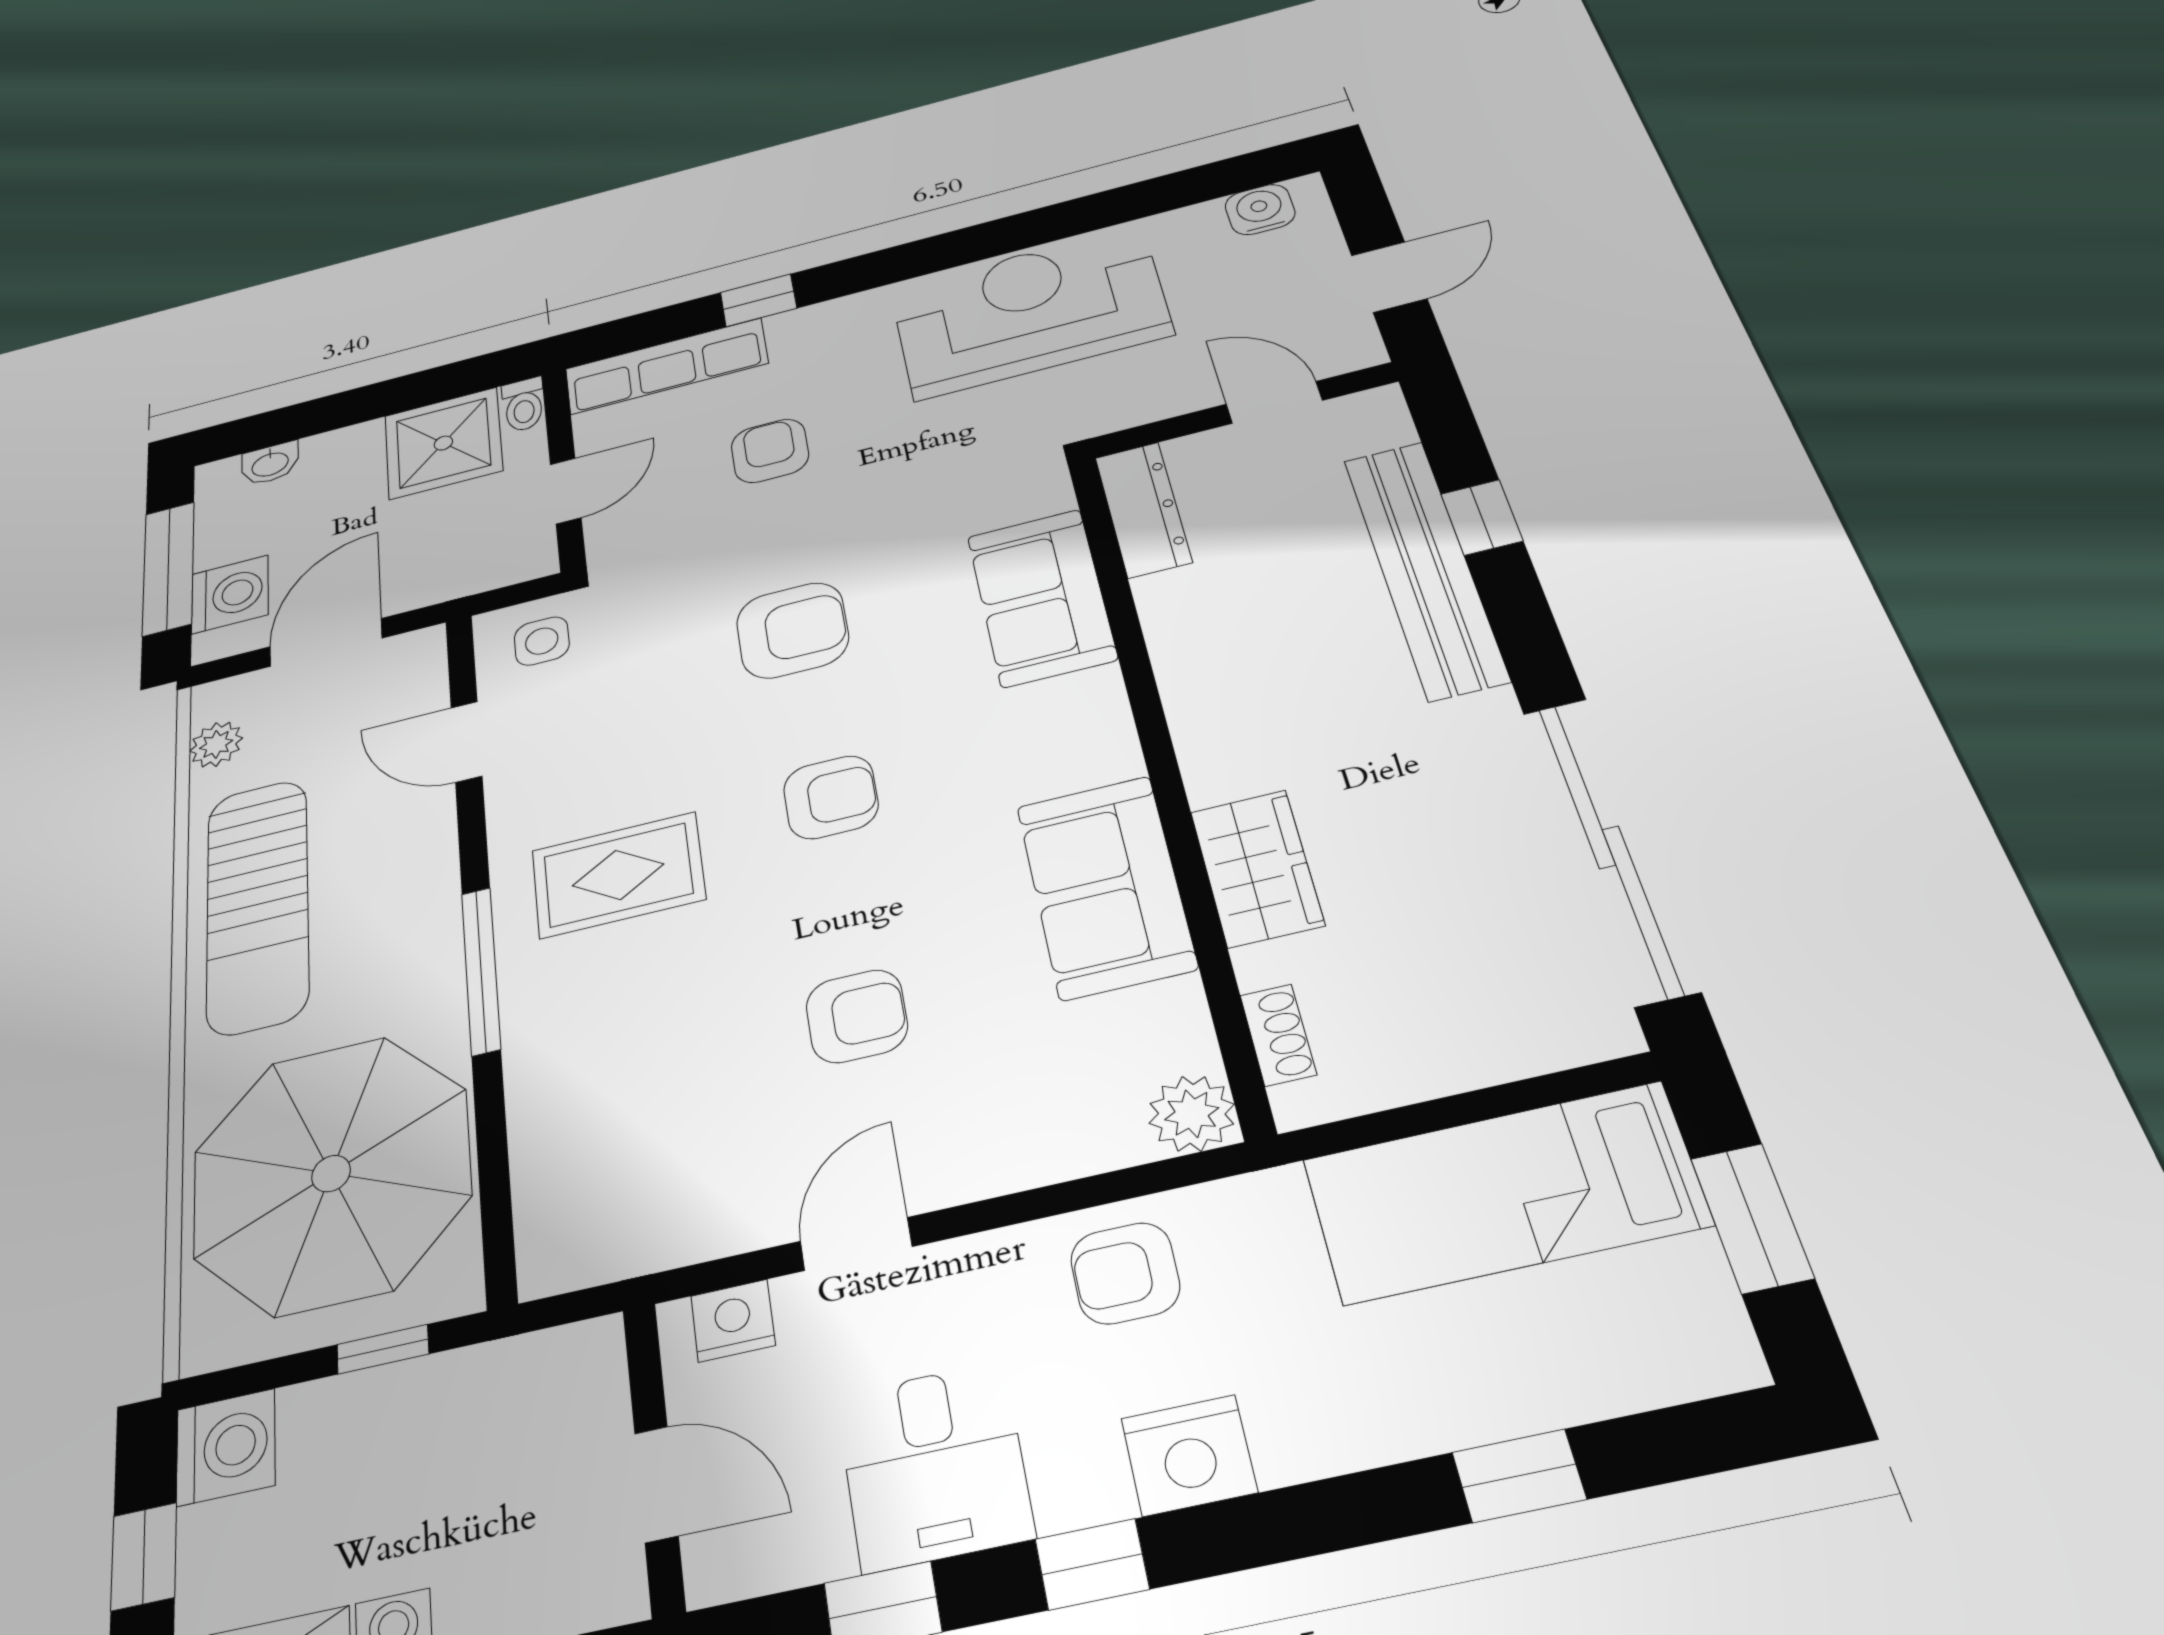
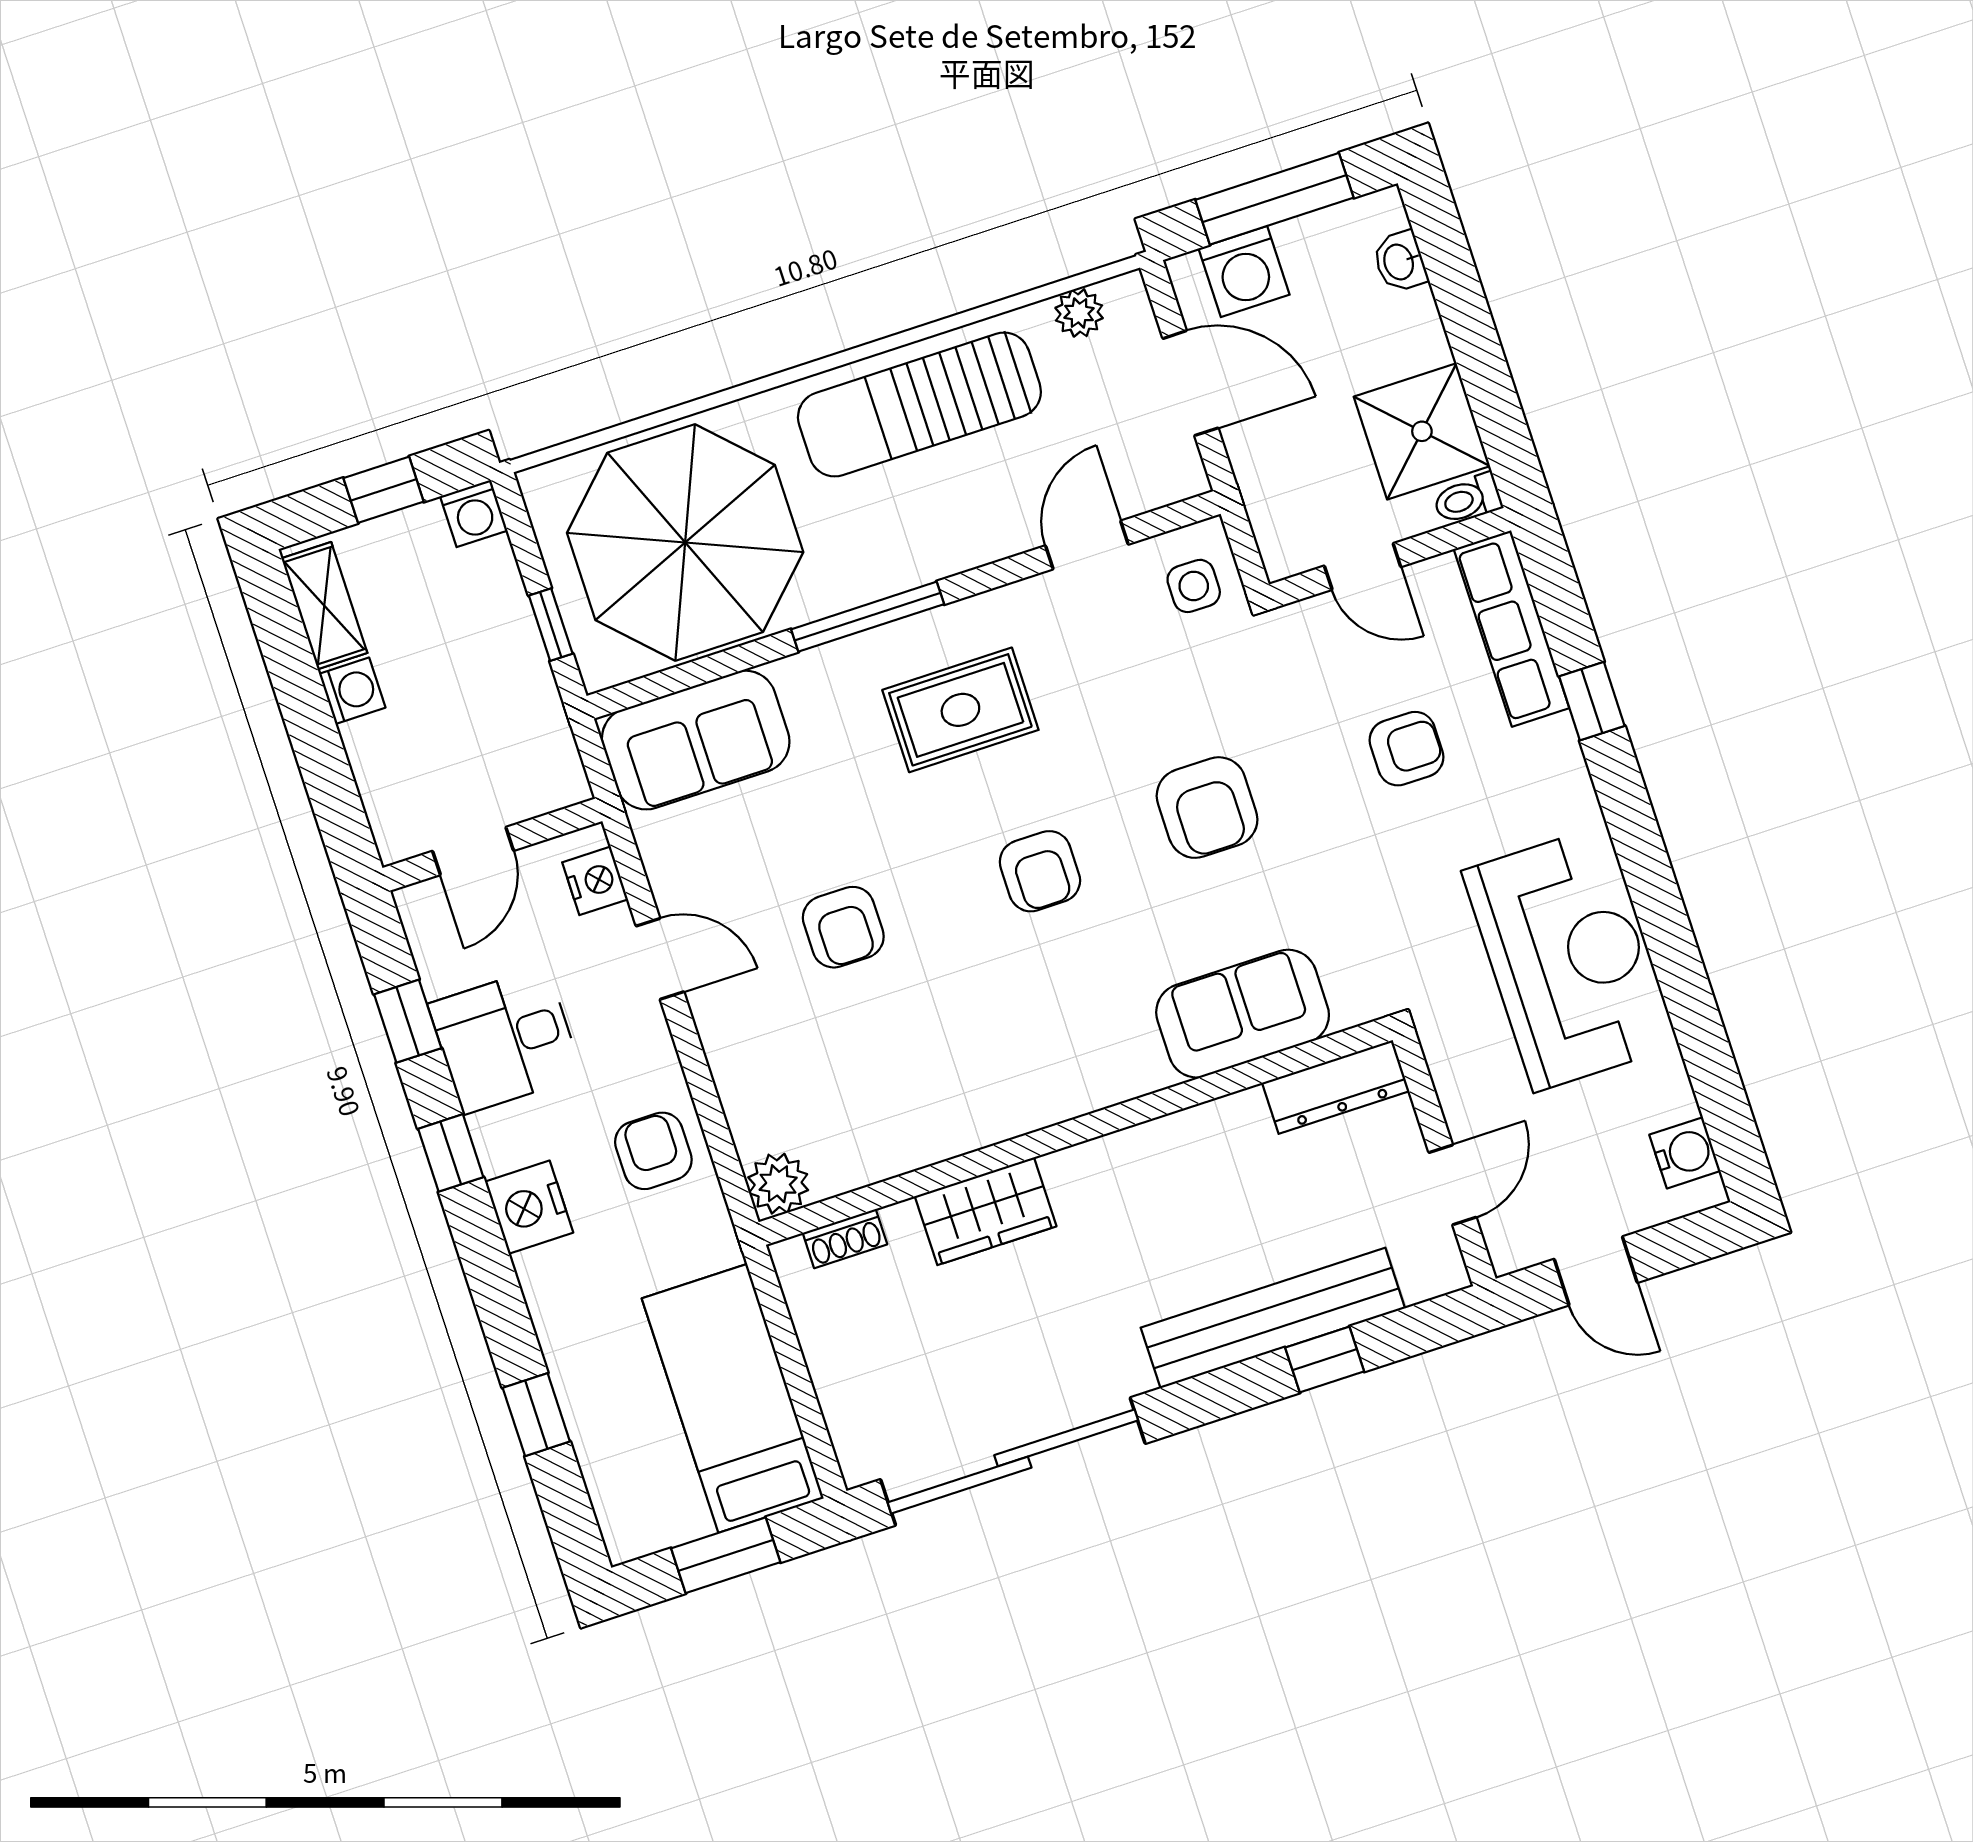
rug: (618, 875) -> (960, 710), turned 90
sofa: (1106, 886) -> (696, 740), moved, turned 180
washing machine: (226, 1447) -> (474, 513), width x0.73, depth x0.73

